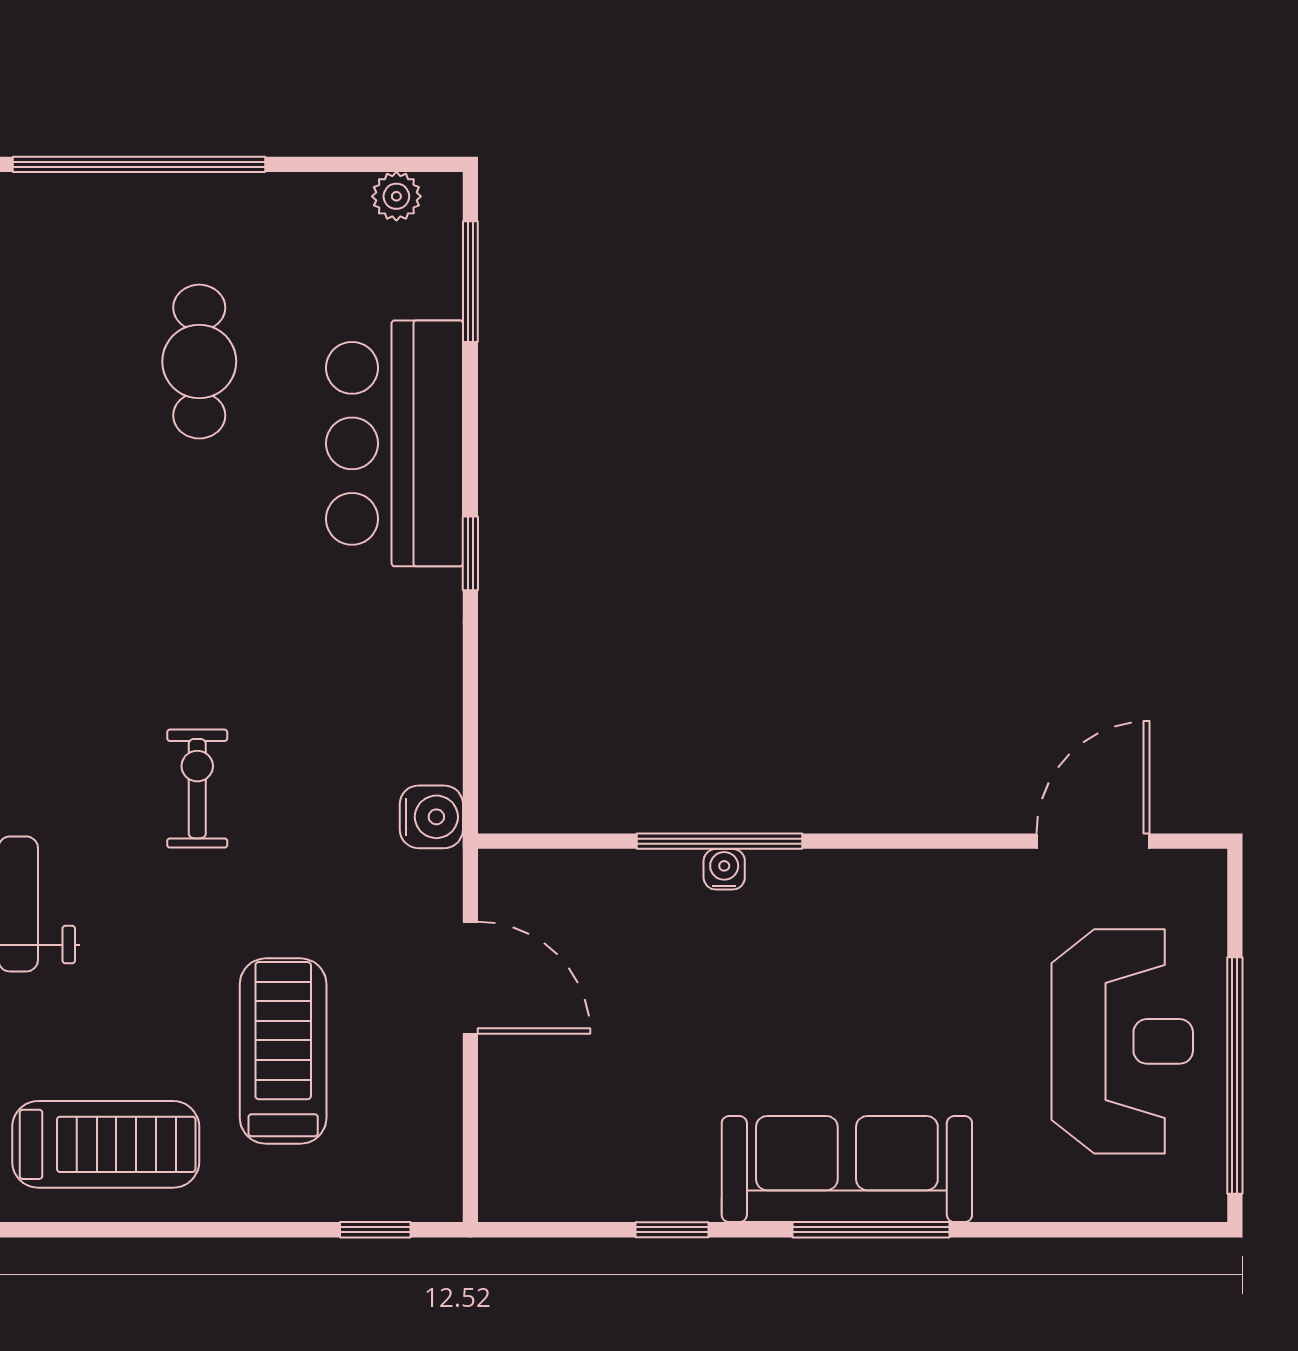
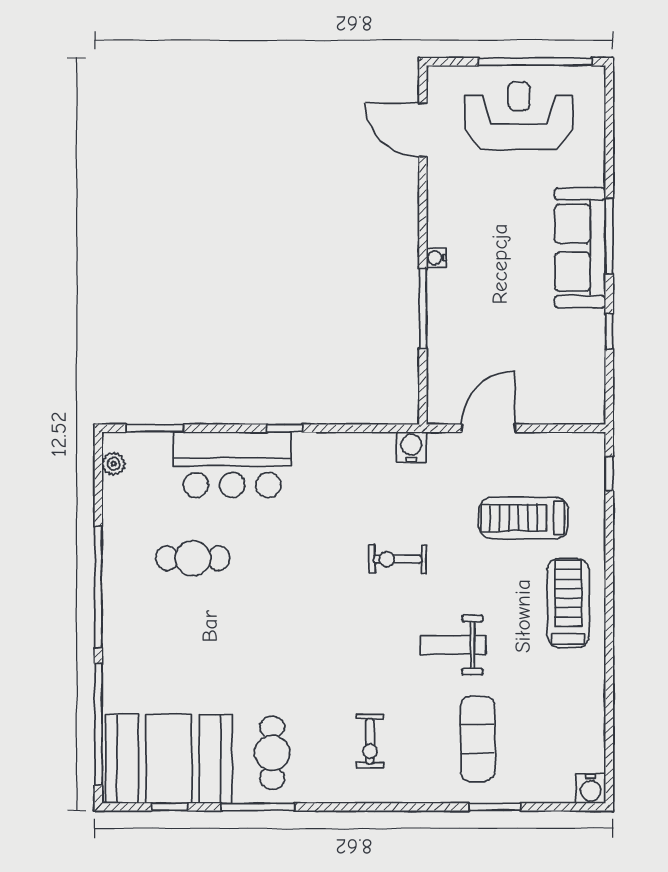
water cooler: (724, 869) -> (436, 258), moved

